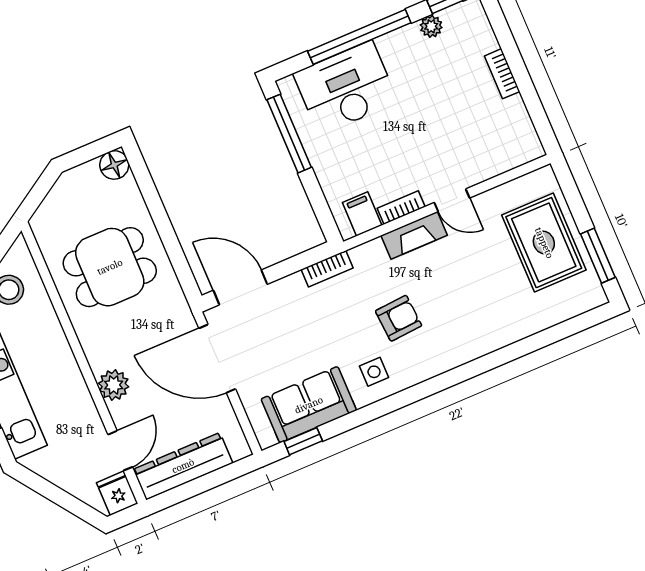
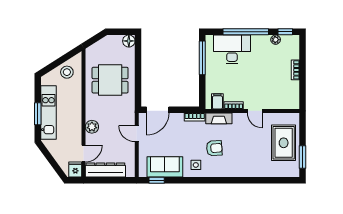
fireplace: (414, 235) -> (219, 118), moved
door: (240, 287) -> (158, 110), swing flipped
door: (217, 359) -> (137, 134), width x0.53

